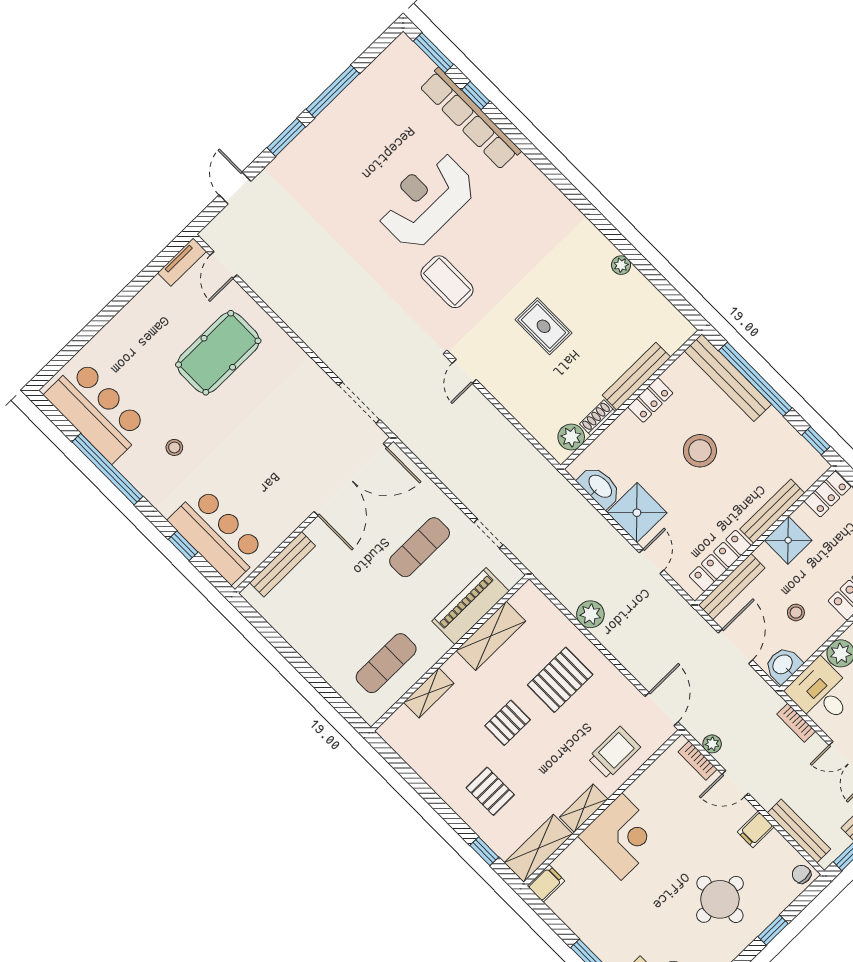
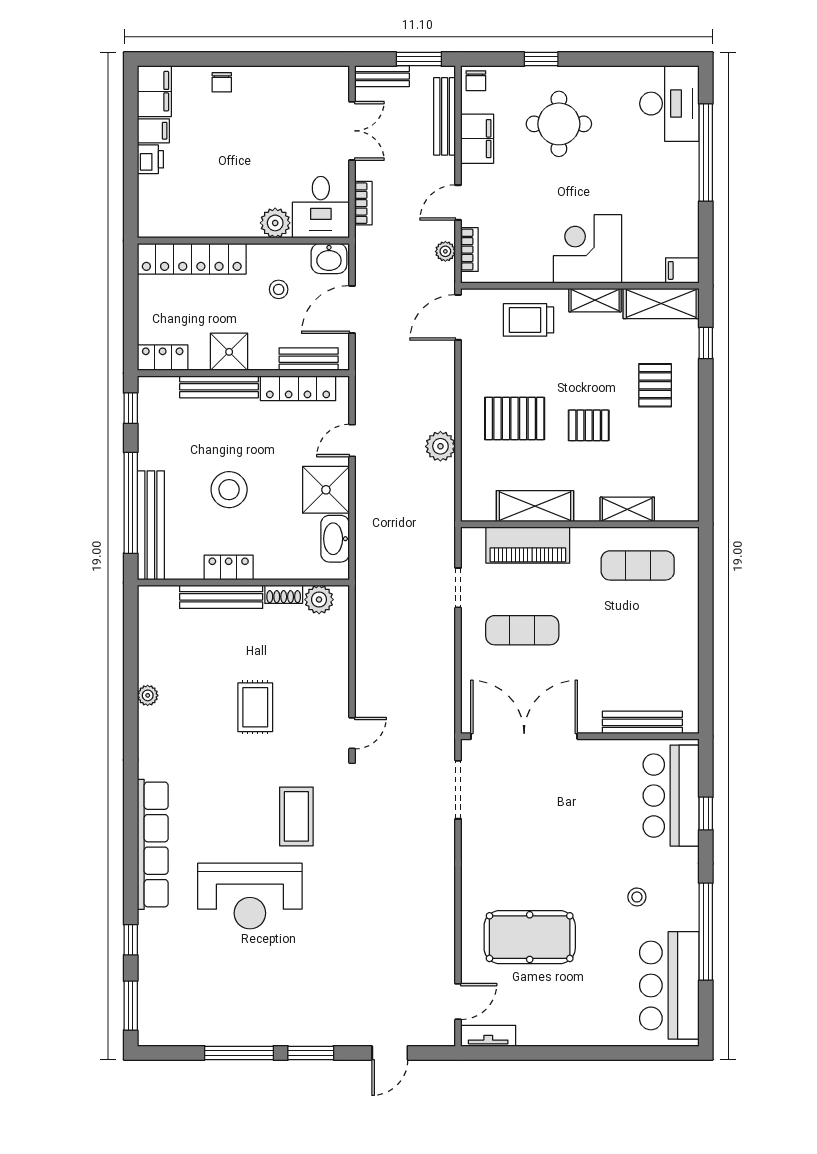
row of seats: (470, 119) -> (153, 844), moved
bench: (732, 586) -> (309, 359), width x0.73
door: (735, 784) -> (458, 202), swing flipped
filing cabinet: (756, 829) -> (477, 139), width x2.00

